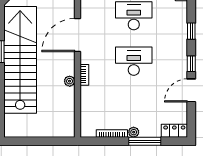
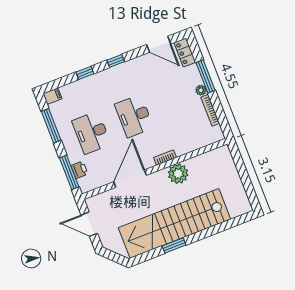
door: (77, 35) -> (130, 179), swing flipped
plant: (70, 81) -> (178, 174), width x1.88, depth x1.88
door: (191, 90) -> (159, 44), moved

